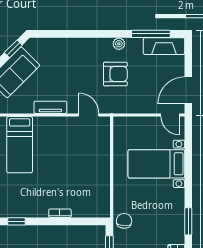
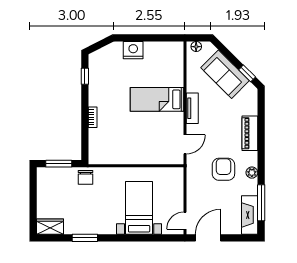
piano: (77, 46) -> (250, 133), added
armchair: (115, 74) -> (223, 169), turned 180
door: (188, 90) -> (208, 238), hinge flipped
bed: (20, 145) -> (157, 99), moved
chair: (124, 221) -> (85, 177), turned 85

